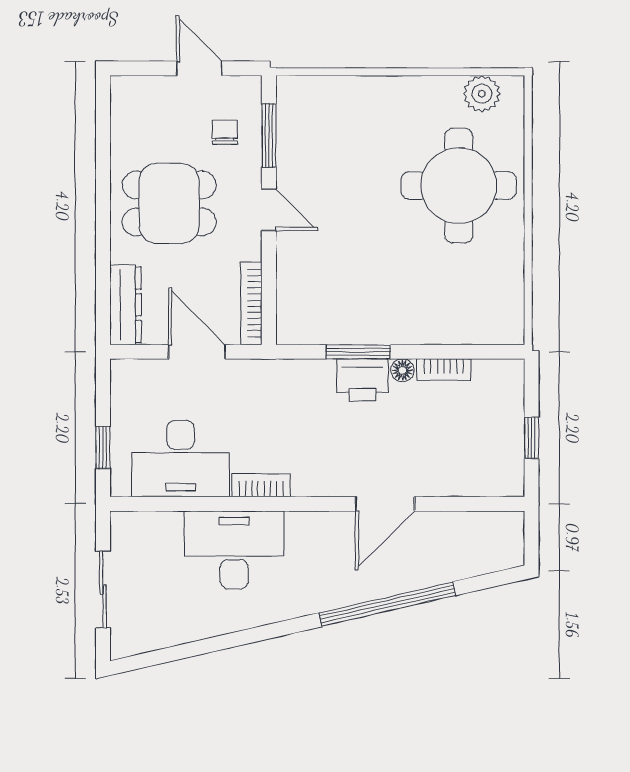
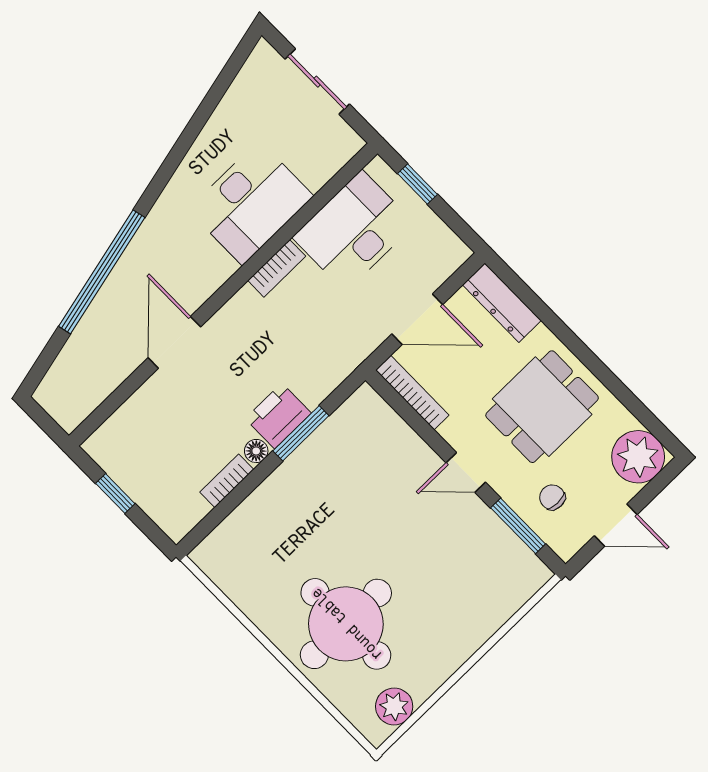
plant: (136, 101) -> (638, 457), added
chair: (225, 132) -> (552, 497), turned 180

